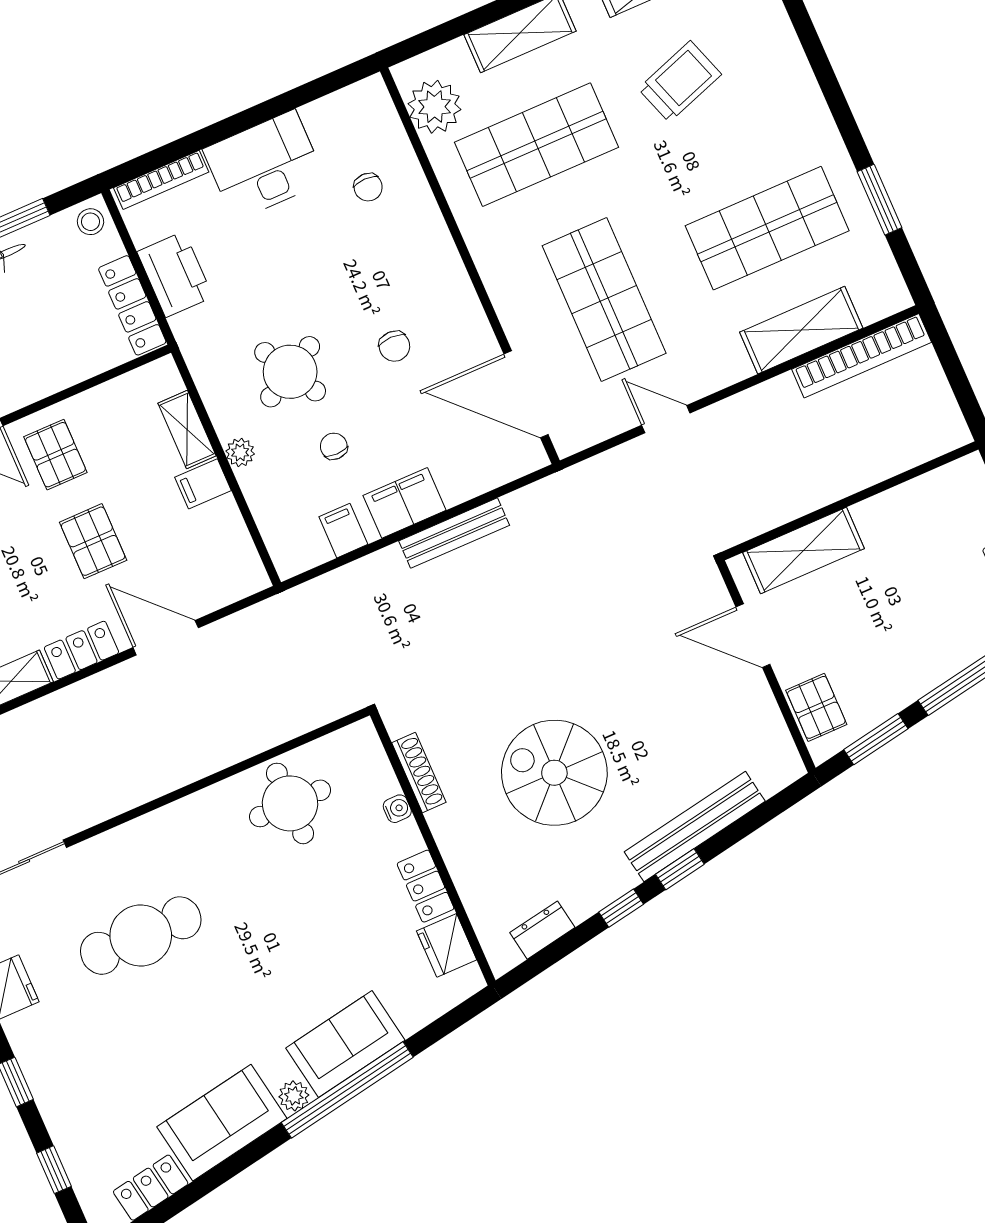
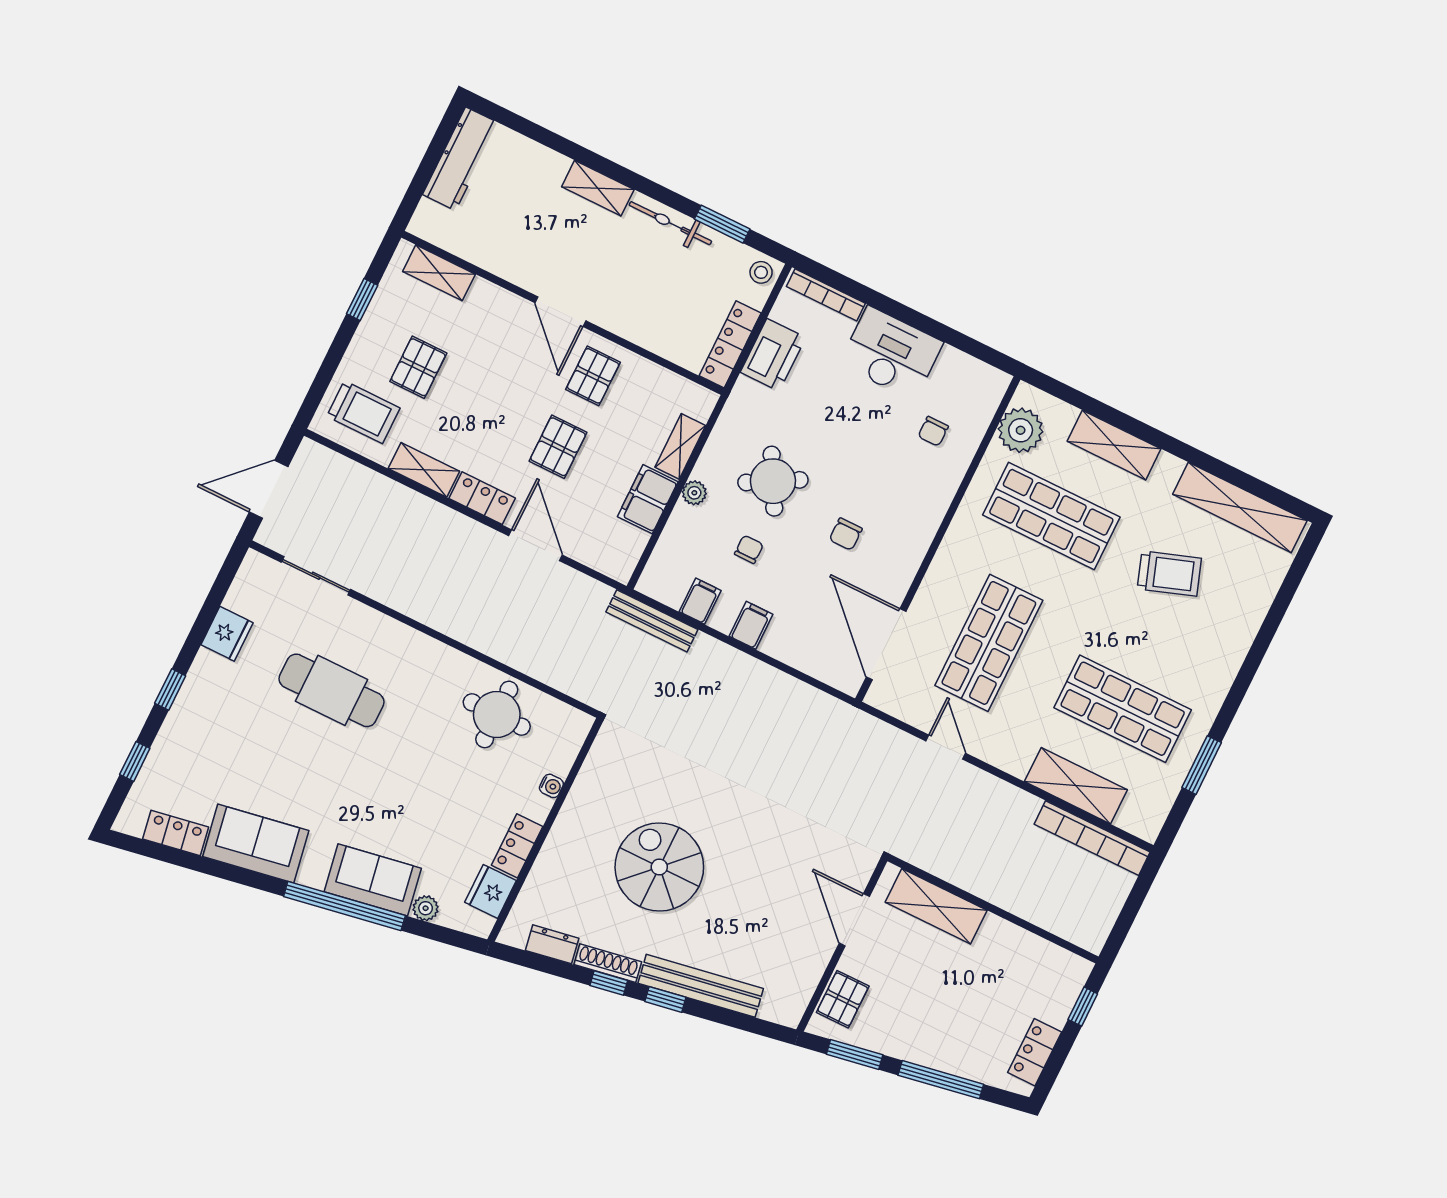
filing cabinet: (203, 484) -> (648, 499), width x2.00
filing cabinet: (405, 503) -> (751, 625), width x0.50
bench: (454, 533) -> (652, 621), moved
shoe rack: (419, 773) -> (608, 963), moved, turned -100
plant: (294, 1096) -> (426, 908), moved

